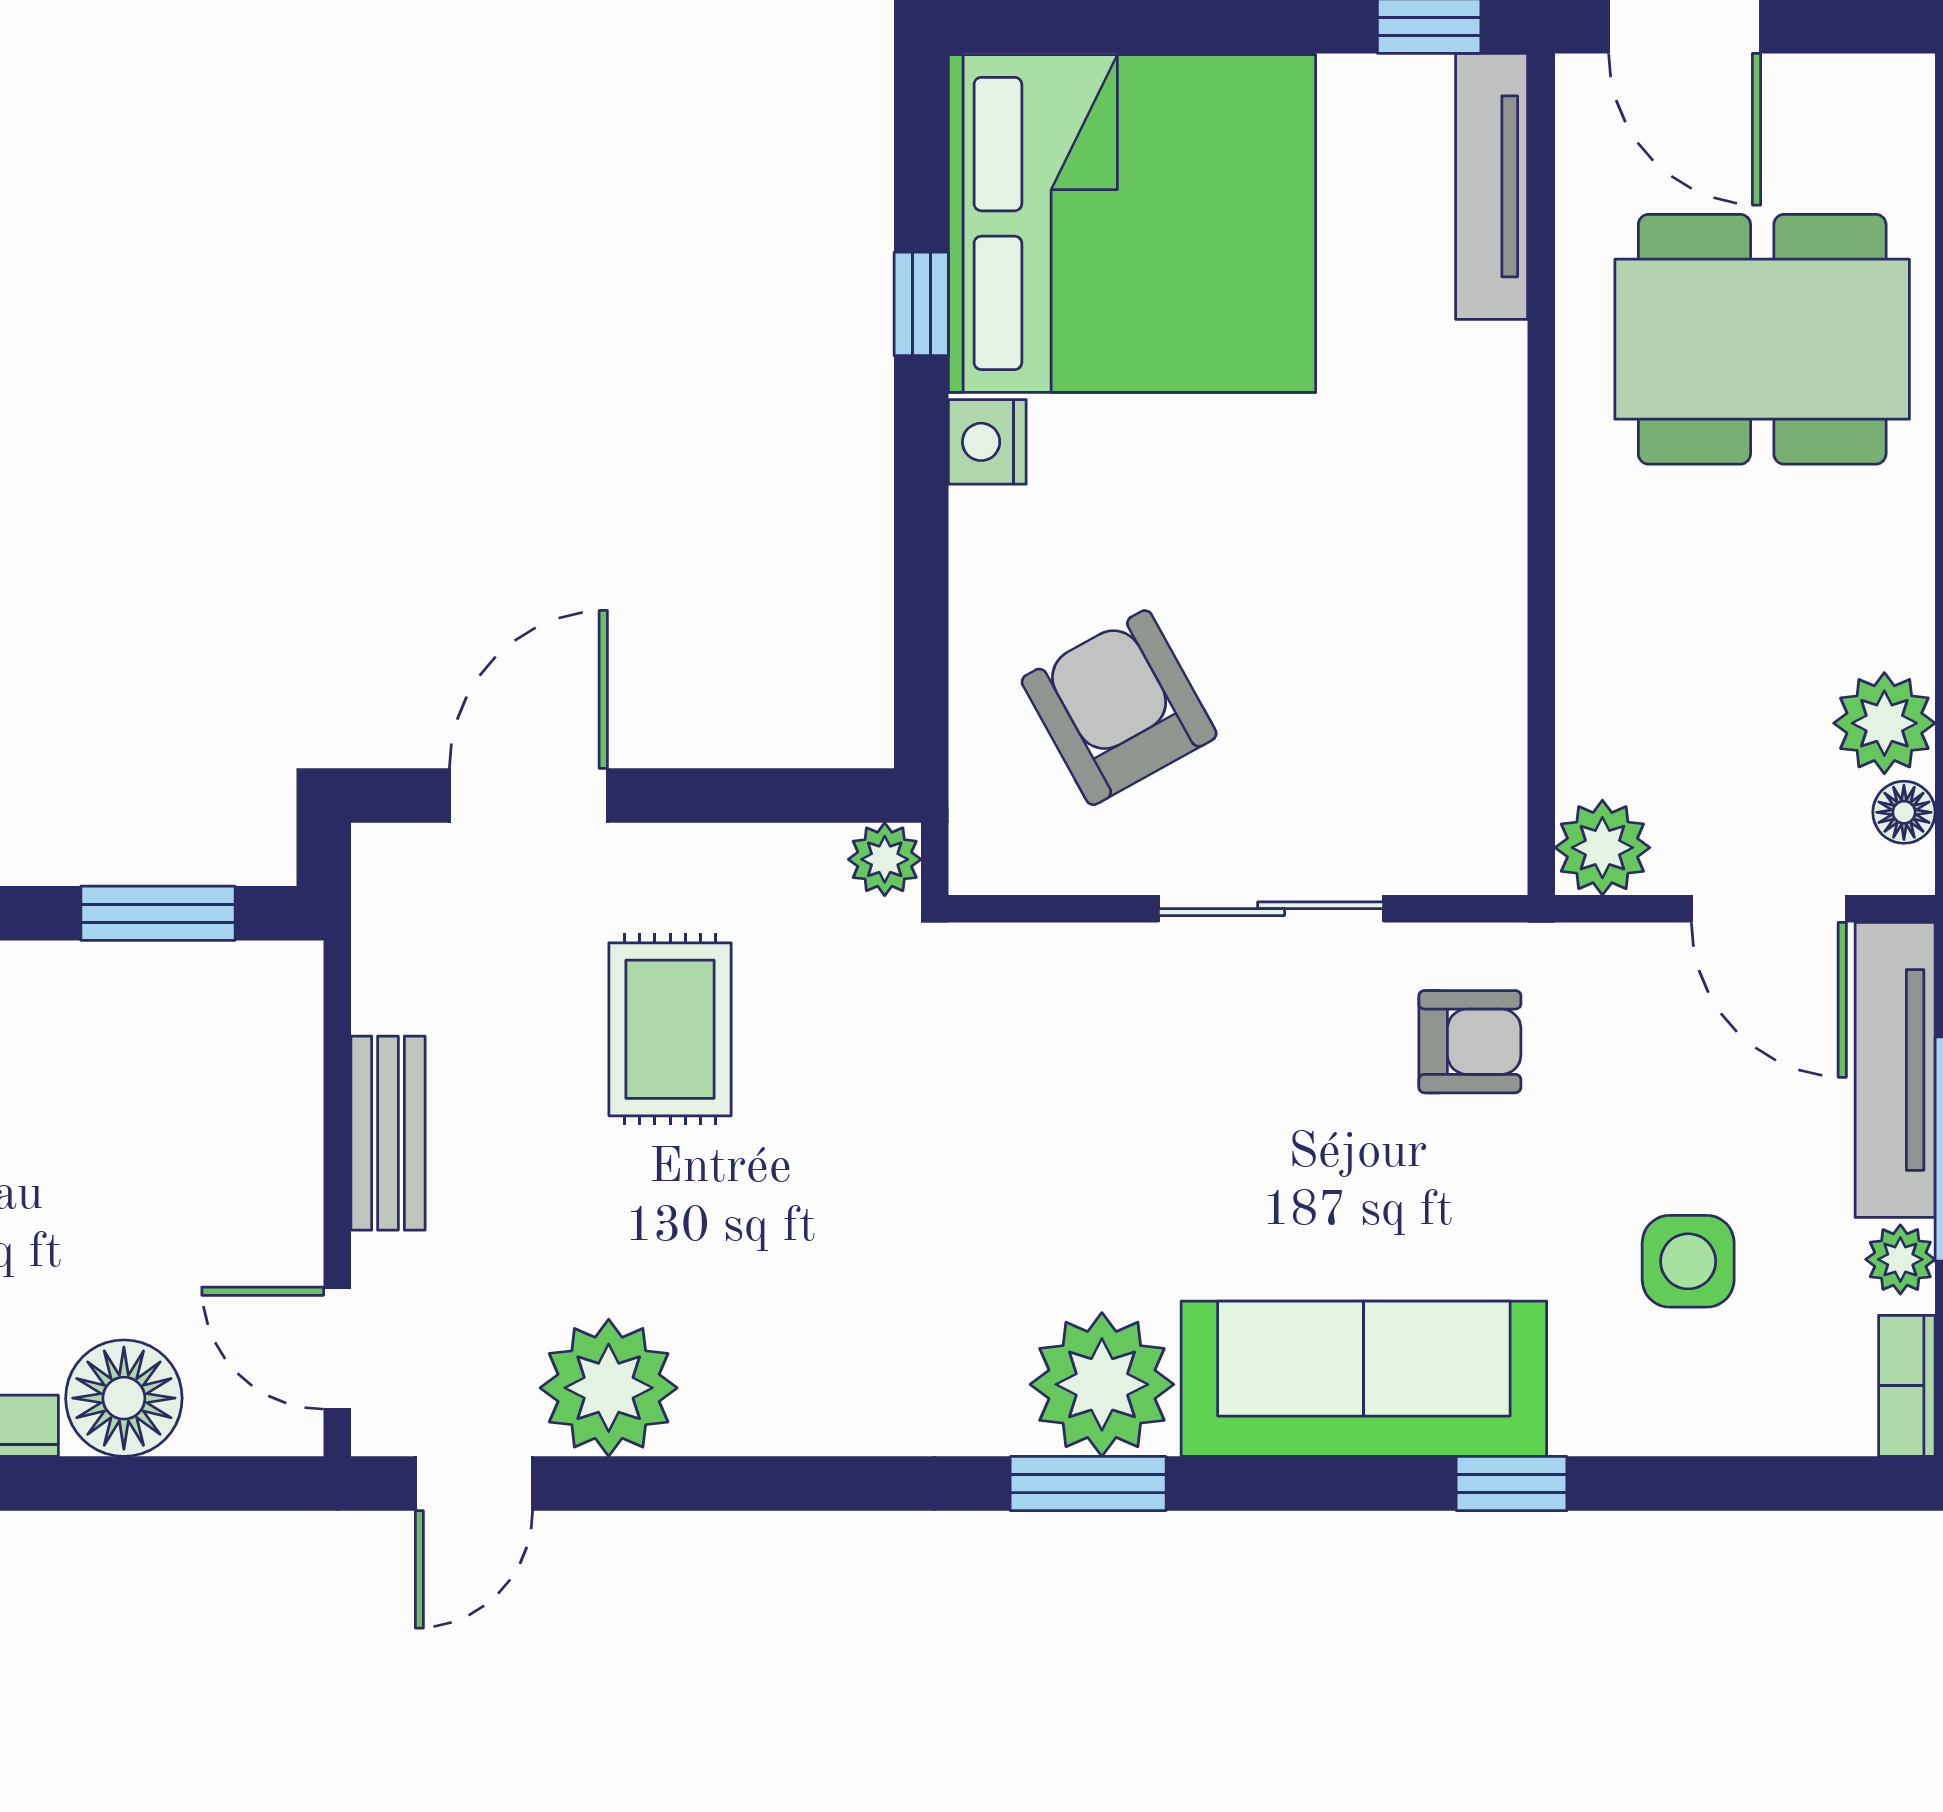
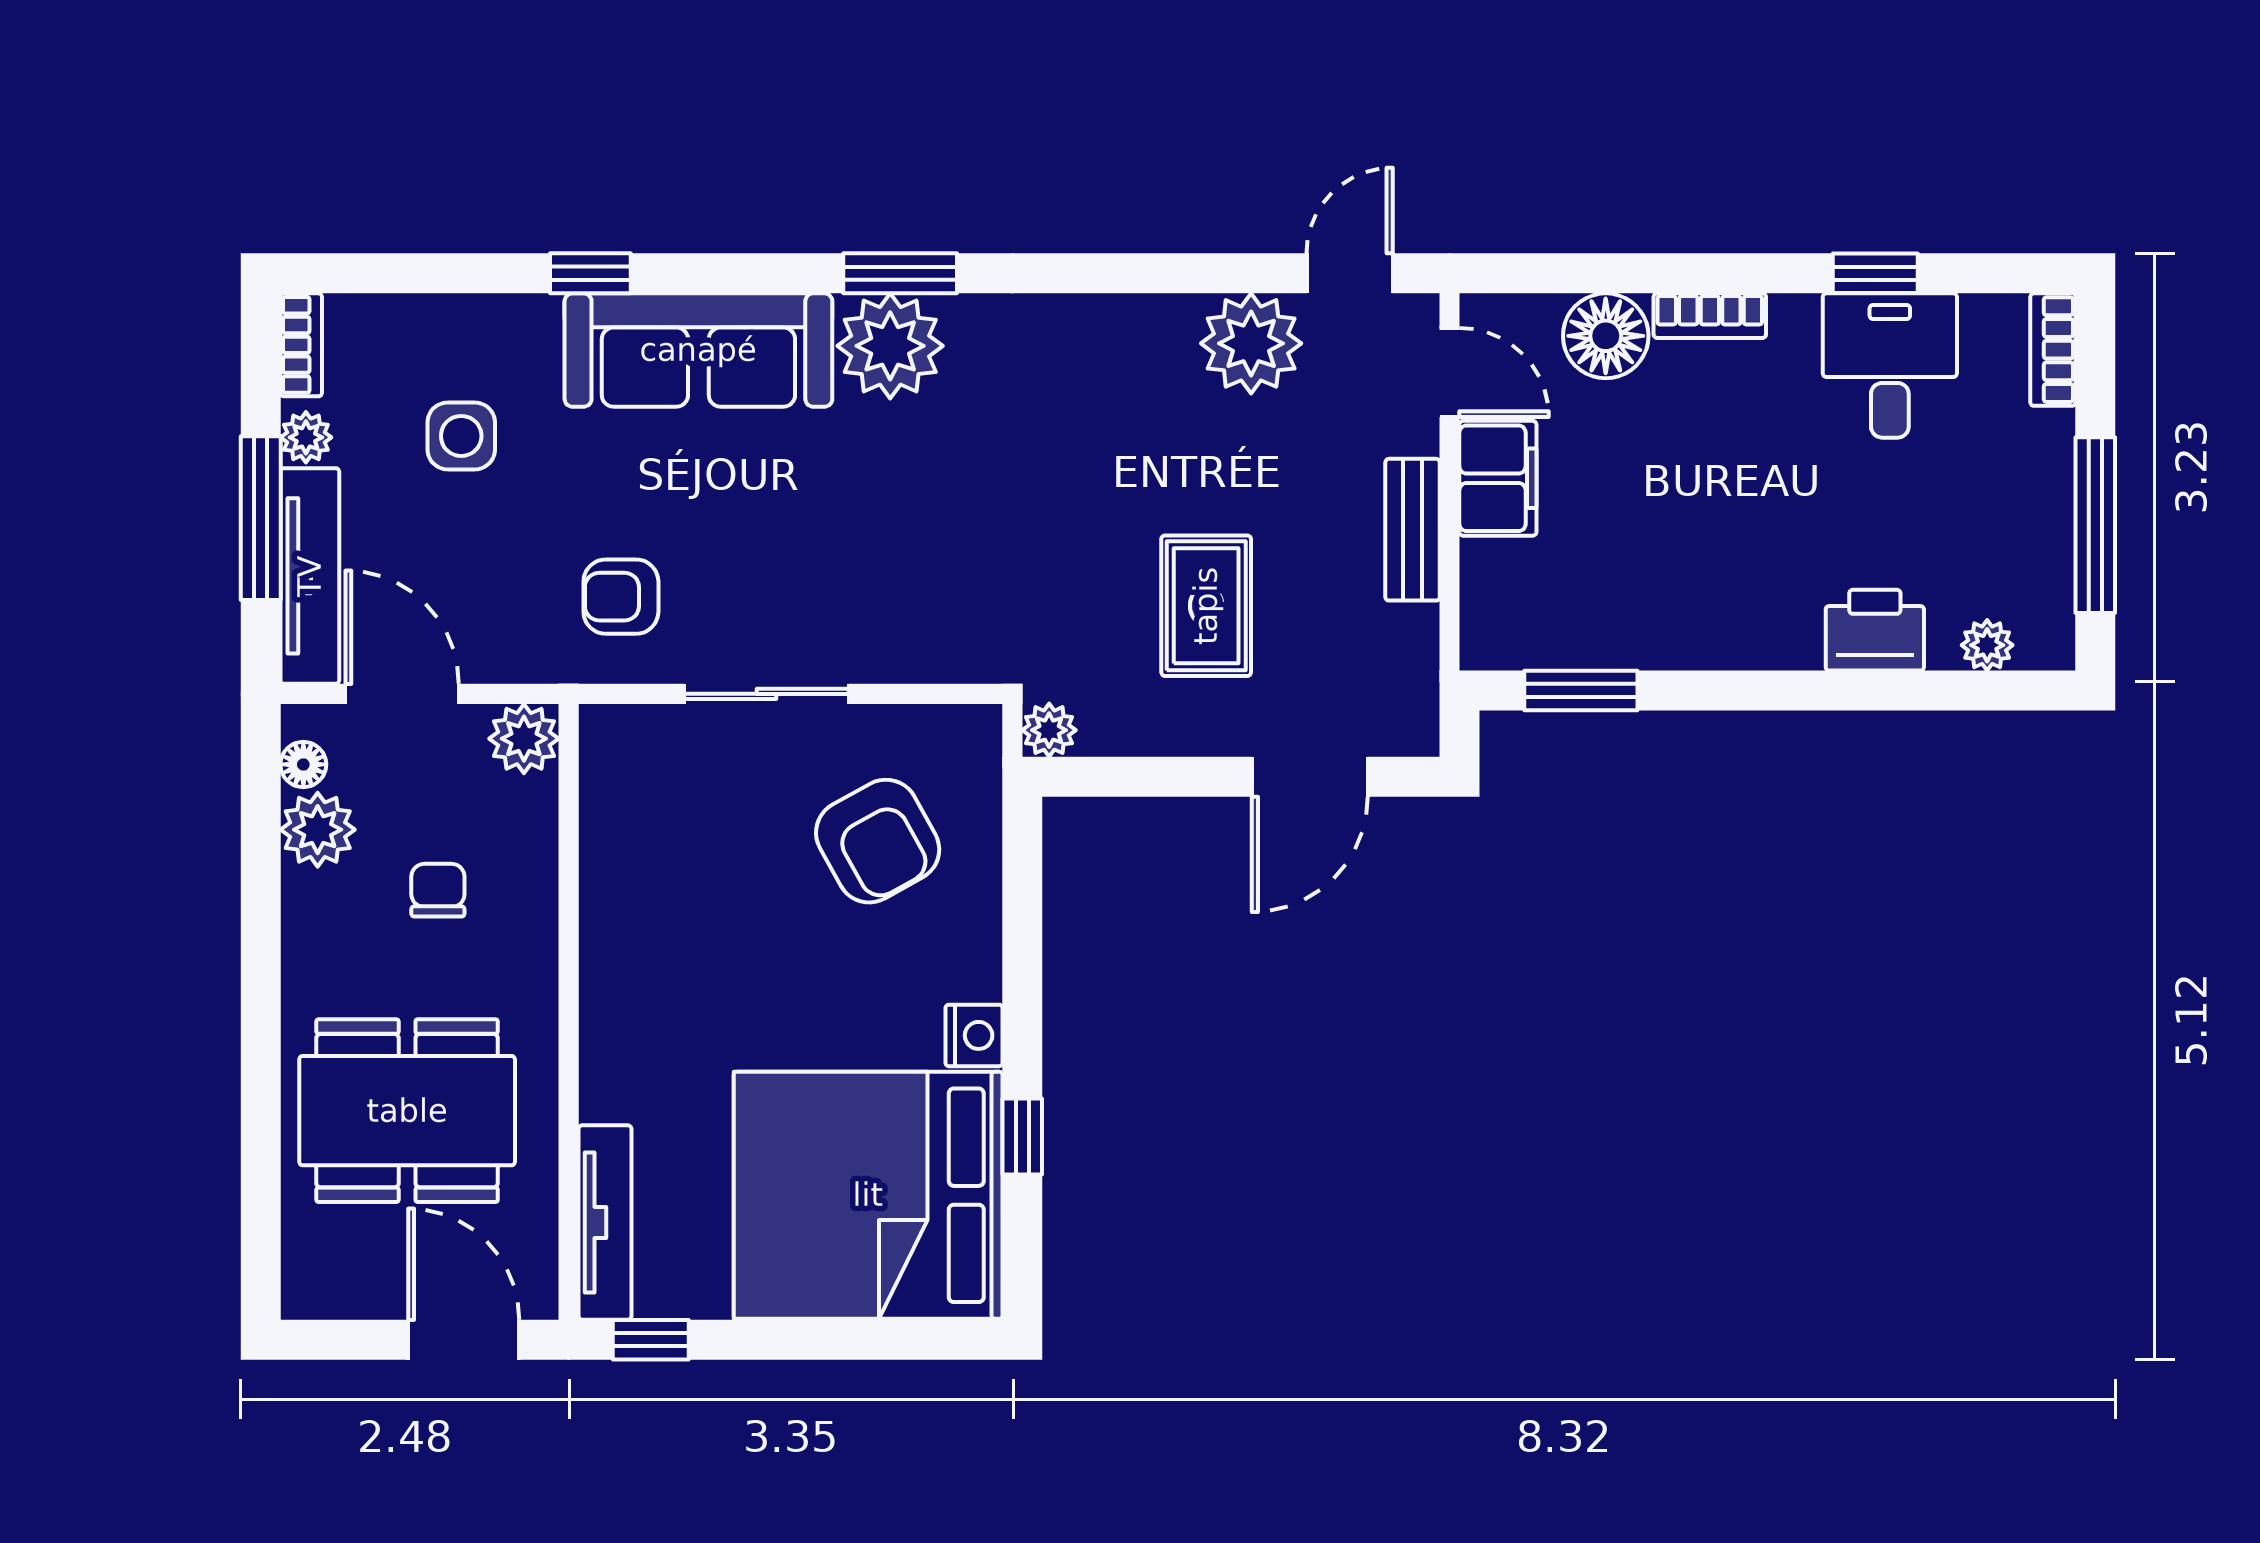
chair: (1720, 640) -> (438, 890), added
filing cabinet: (271, 1203) -> (1498, 478), added

